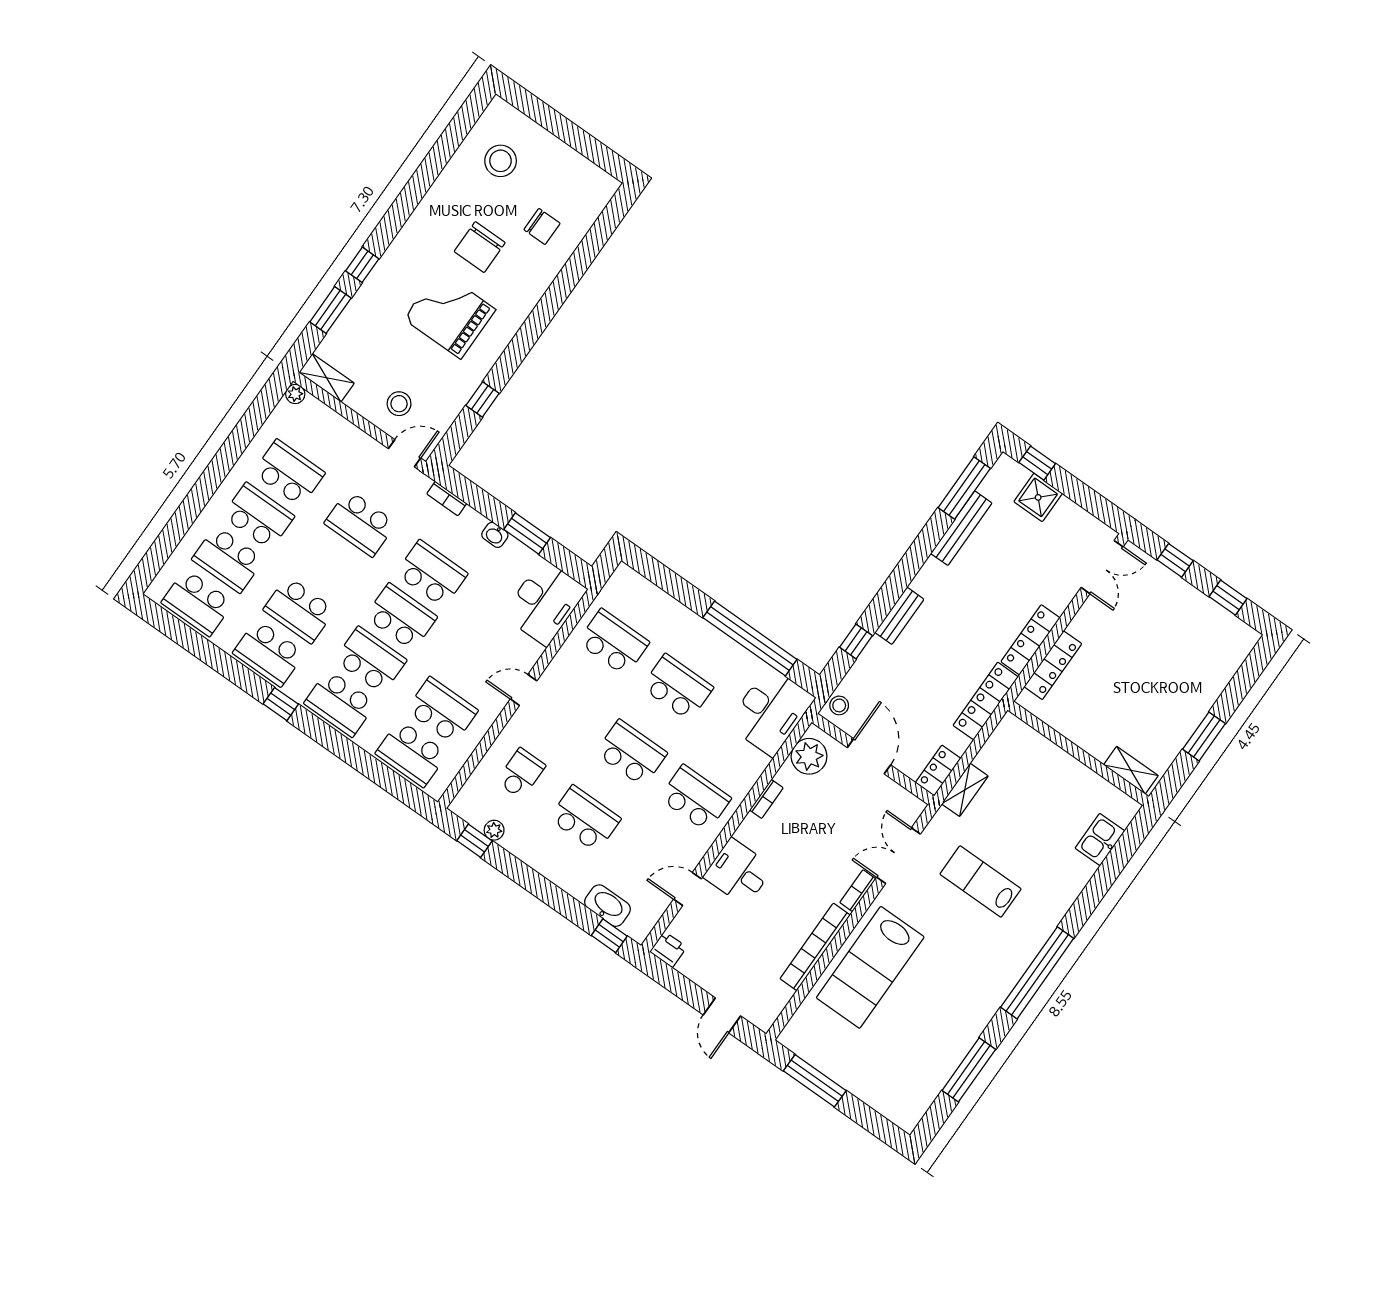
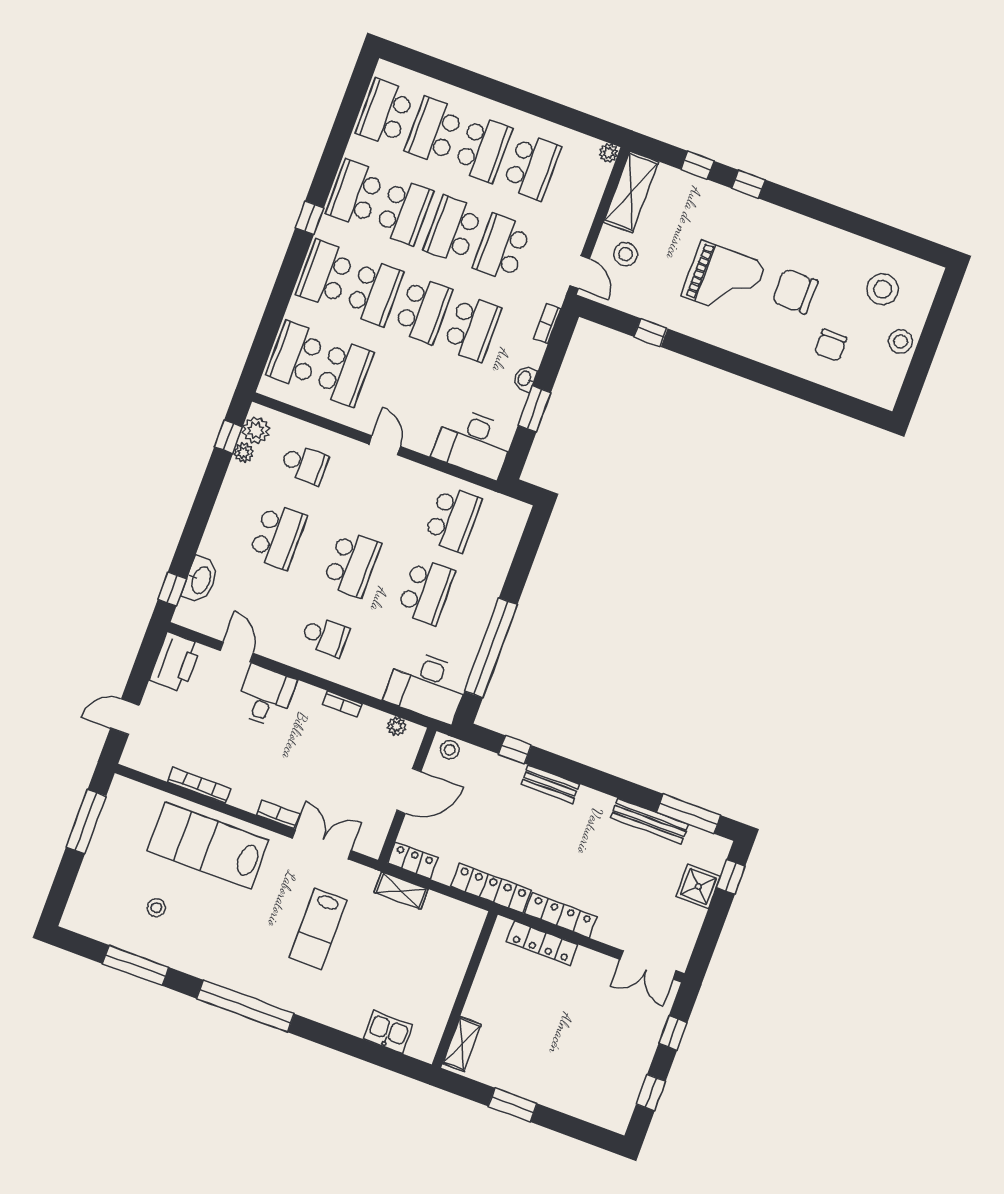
stool: (556, 157) -> (901, 341), added
window: (330, 310) -> (697, 165), width x0.67
grand piano: (450, 314) -> (724, 280), turned 90
shelving: (327, 378) -> (631, 192), width x1.50, depth x1.33
school desk: (330, 566) -> (453, 229), added
school desk: (299, 610) -> (404, 211), turned 180
plant: (809, 756) -> (397, 726), width x0.53, depth x0.53
school desk: (695, 798) -> (325, 636), width x0.54
plant: (475, 812) -> (256, 430), added
lab bench: (981, 881) -> (318, 929), turned 180
bookcase: (815, 947) -> (199, 785), width x0.68, depth x0.76
printer: (668, 949) -> (176, 662), width x1.87, depth x1.48
stool: (918, 1034) -> (156, 908), added

